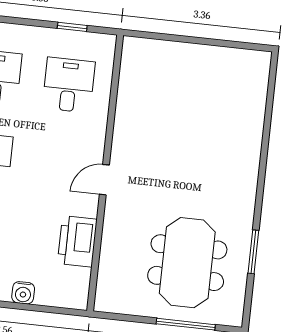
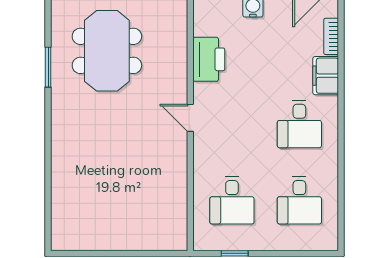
door: (104, 180) -> (190, 118), swing flipped

